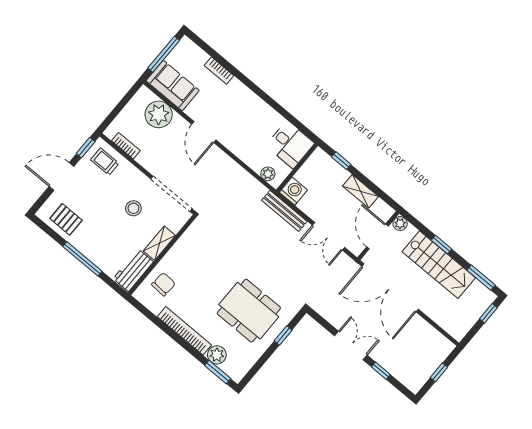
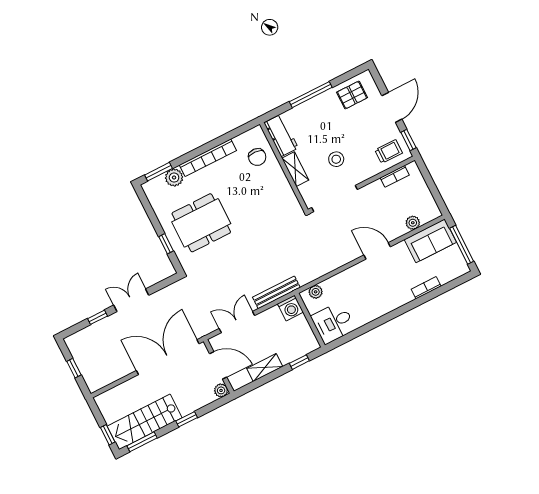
plant: (159, 114) -> (413, 223), width x0.53, depth x0.53
stairs: (439, 265) -> (145, 422), moved
double door: (351, 346) -> (131, 300), swing flipped

